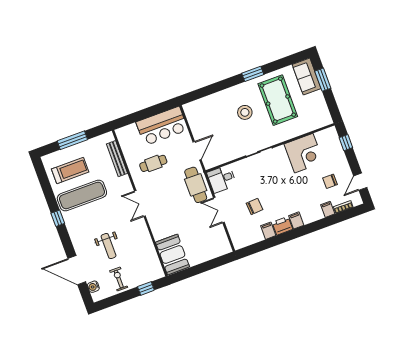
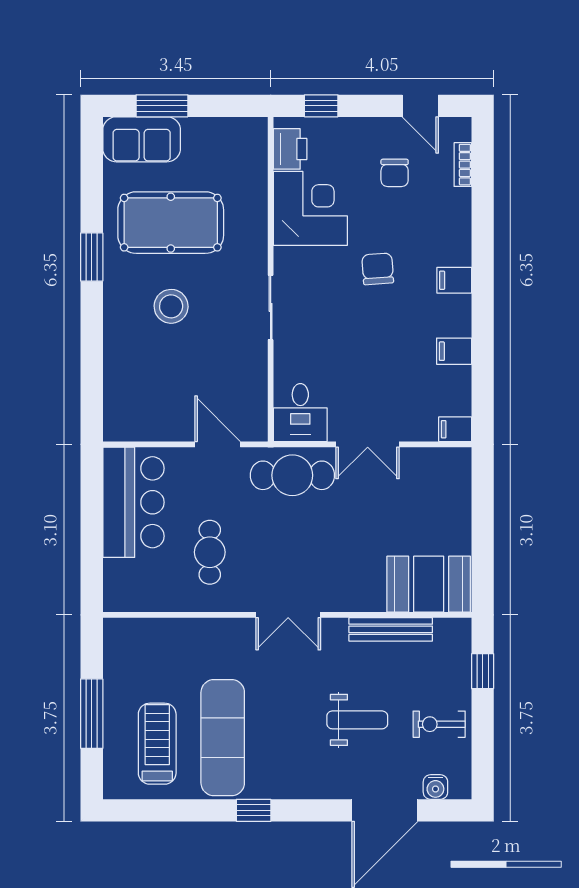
bench: (117, 159) -> (391, 629), moved
chair: (254, 206) -> (378, 269), moved
filing cabinet: (328, 209) -> (455, 429), moved
printer: (282, 226) -> (290, 149), moved, turned 180

